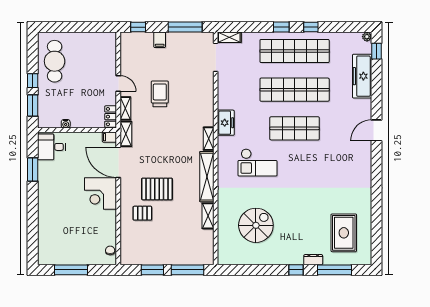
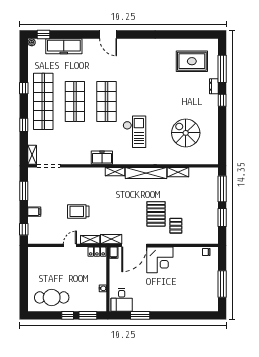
window: (185, 27) -> (24, 191), width x0.69
window: (281, 27) -> (24, 125), moved
shop shelf: (295, 90) -> (75, 101), width x0.71

